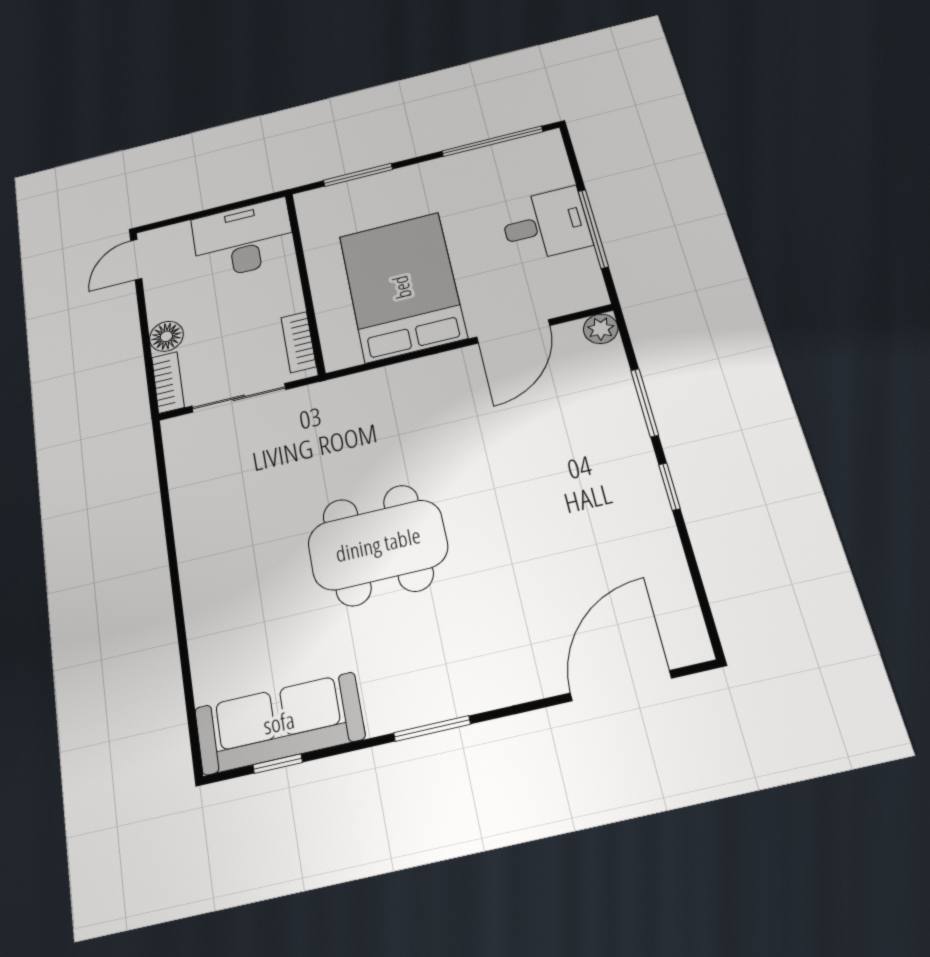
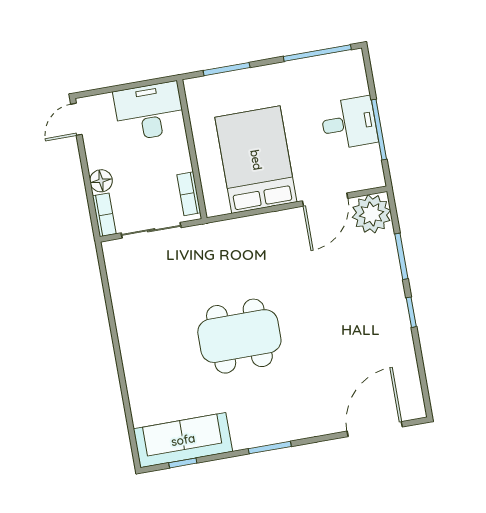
plant: (601, 329) -> (371, 214), width x1.88, depth x1.88

